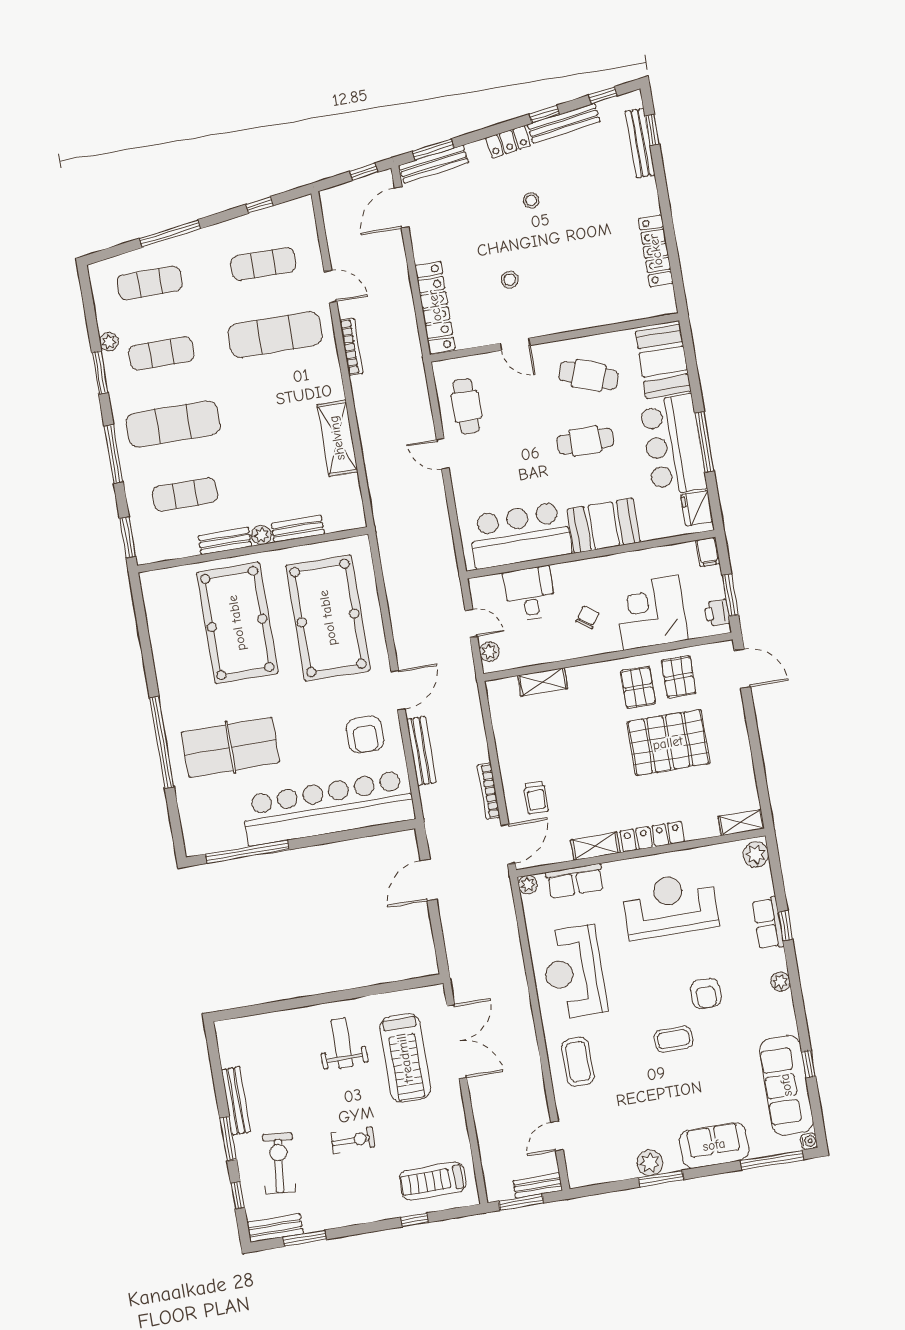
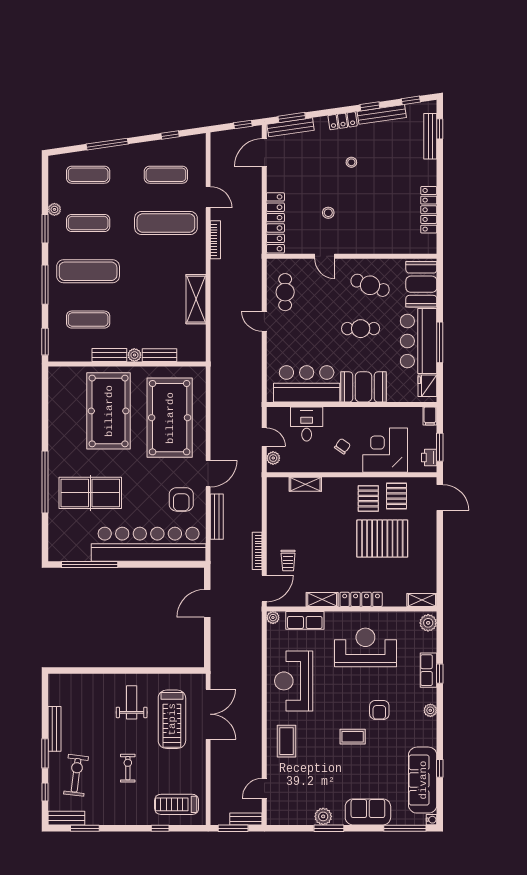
exercise bike: (353, 1140) -> (128, 768), turned -90

